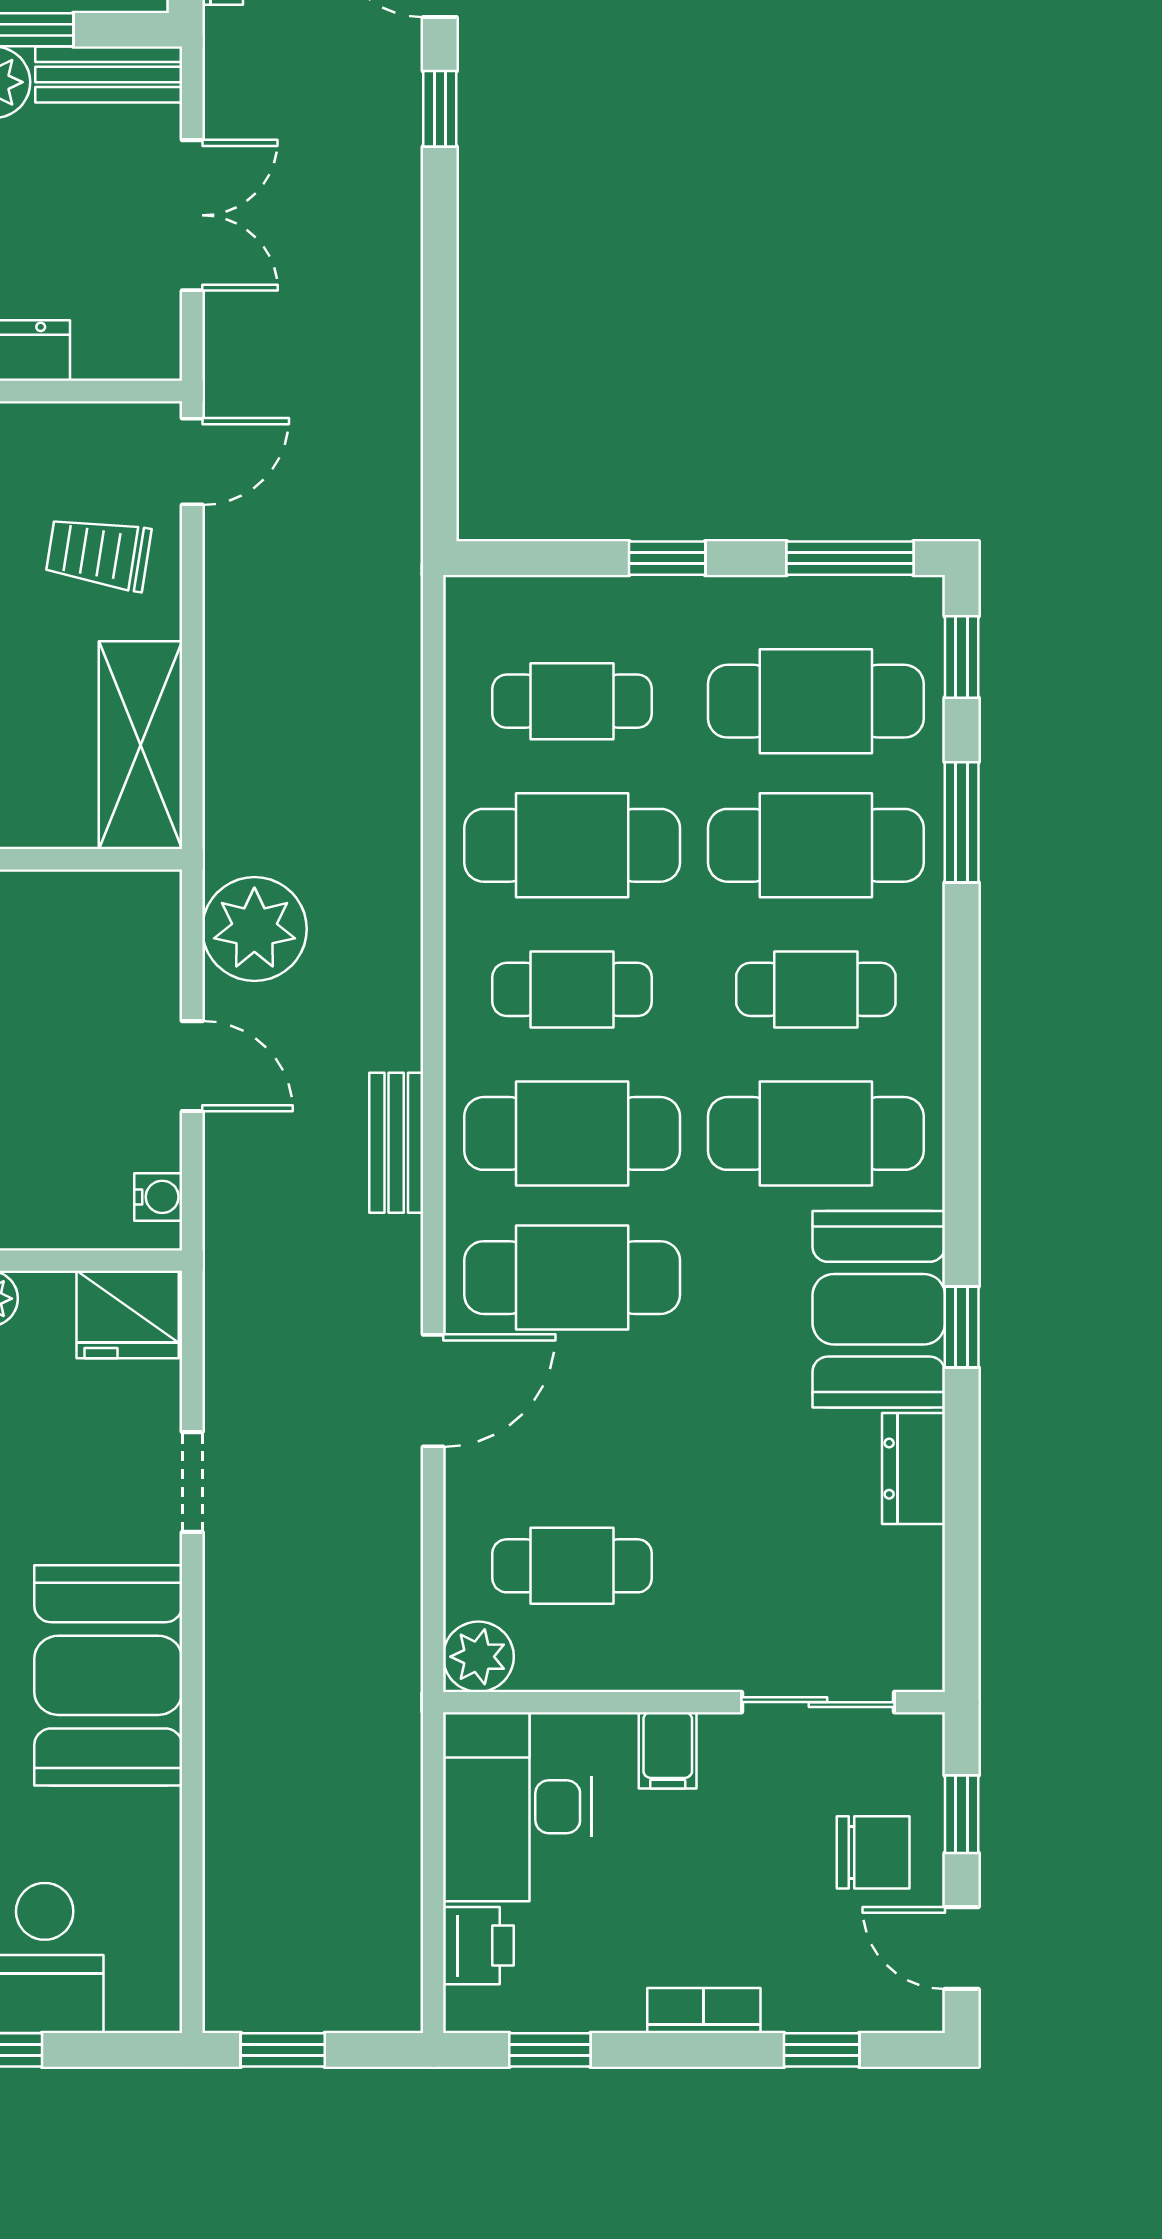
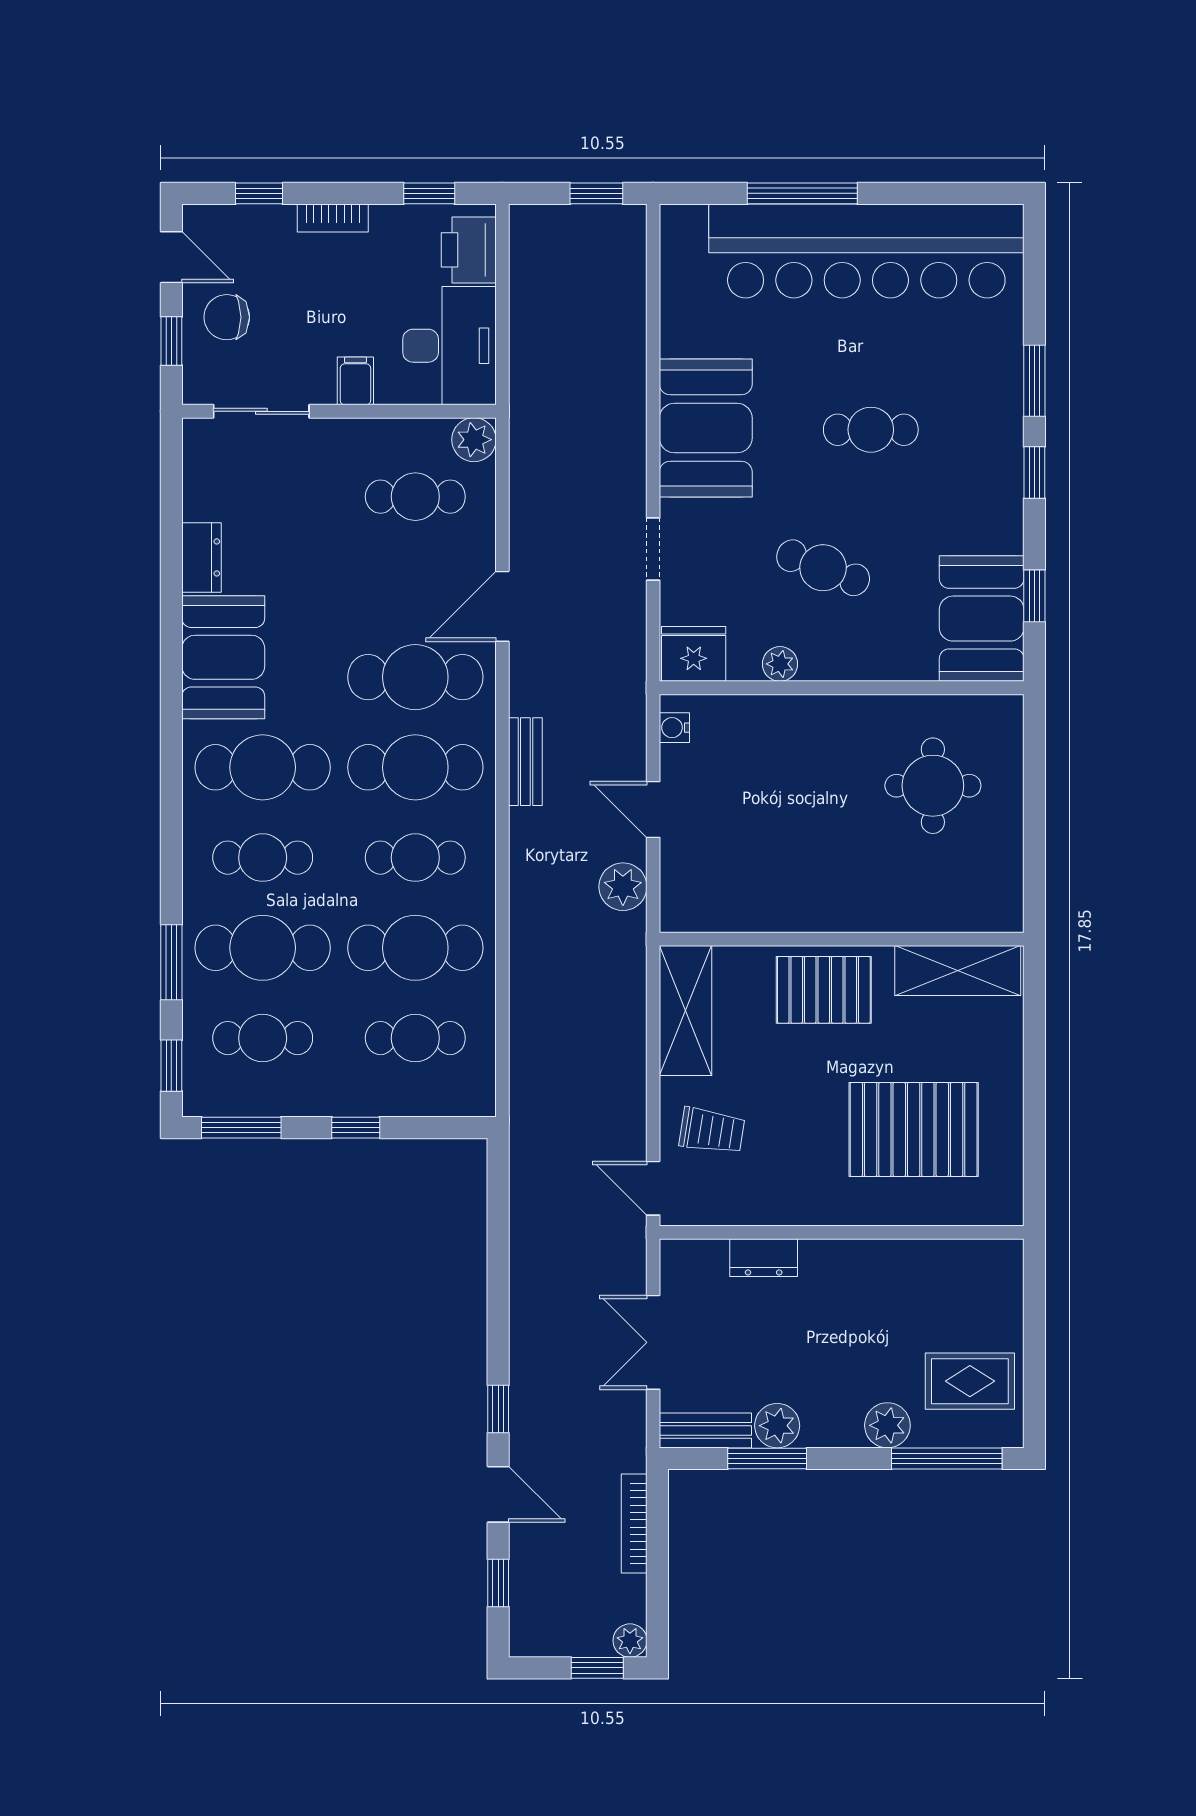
door: (192, 461) -> (653, 1188), hinge flipped
cafe table: (816, 701) -> (263, 1038), width x0.73, depth x0.74
plant: (254, 929) -> (623, 887), width x0.73, depth x0.73
window: (962, 1327) -> (171, 646), removed
printer: (478, 1946) -> (469, 250), width x1.36, depth x1.24

